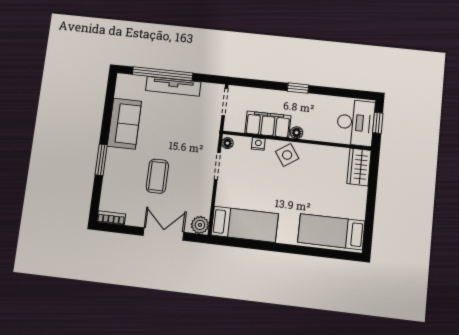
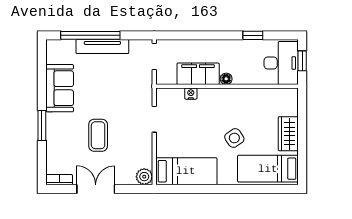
window: (298, 88) -> (253, 35), moved
floor lamp: (227, 143) -> (161, 96), removed
side table: (287, 155) -> (234, 138), moved
wardrobe: (359, 167) -> (288, 134), moved
double door: (163, 234) -> (96, 189), moved

